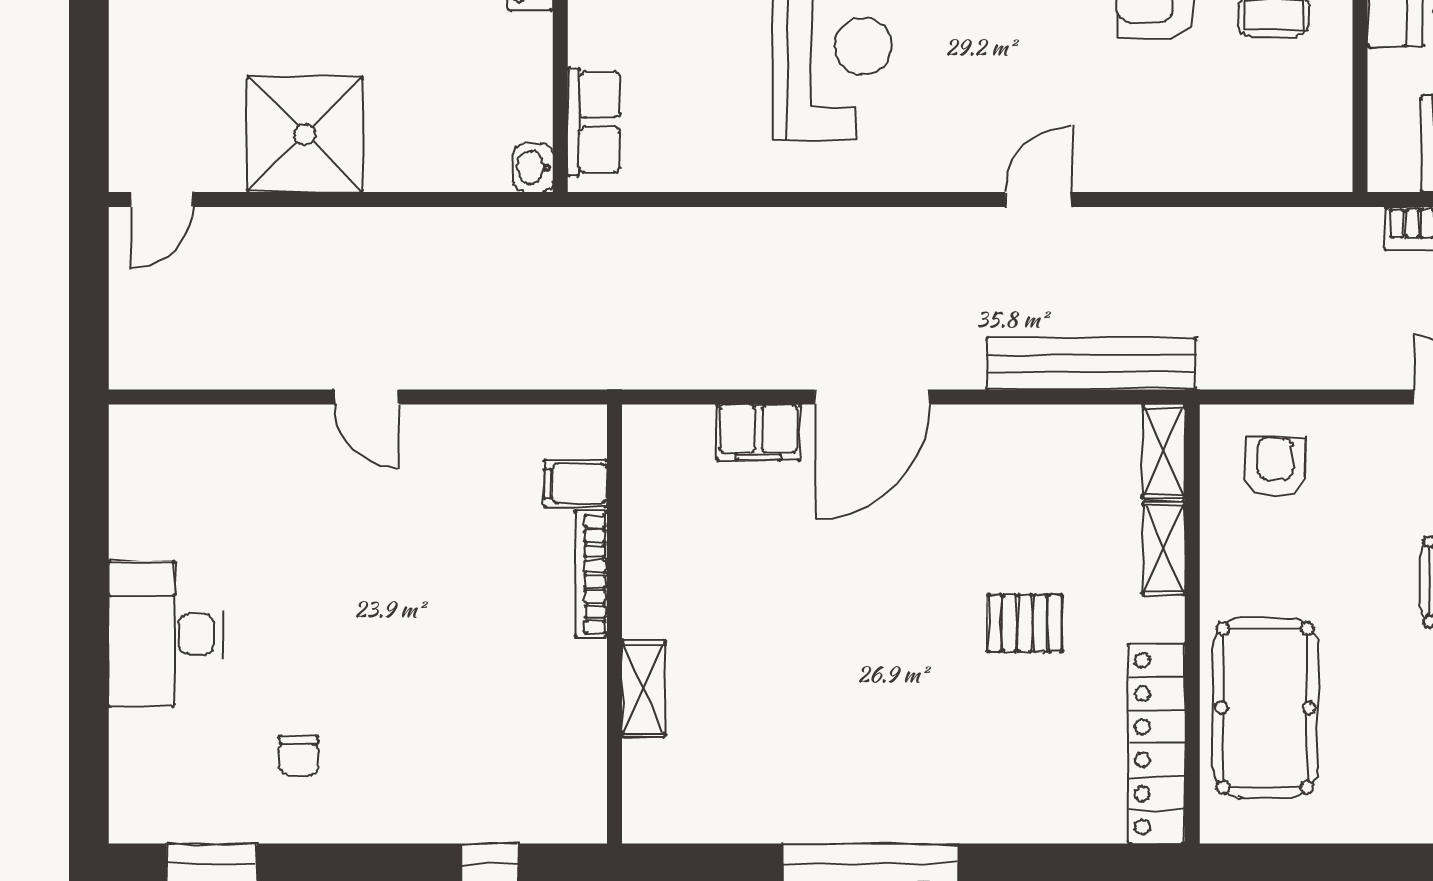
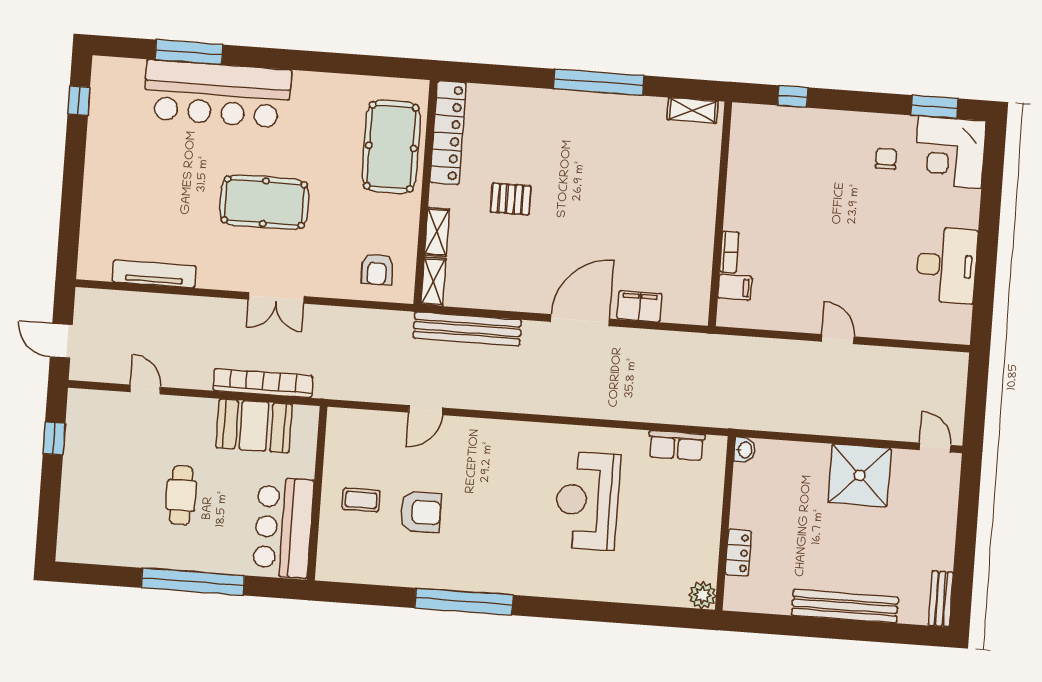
row of seats: (594, 122) -> (676, 446), moved, turned -90
door: (162, 199) -> (935, 447), hinge flipped
door: (1038, 199) -> (426, 410), moved
bookcase: (591, 574) -> (729, 252), width x0.64
desk: (166, 634) -> (947, 265), moved
shelving: (644, 689) -> (693, 110), moved, turned 90
corner desk: (175, 777) -> (950, 152), added

